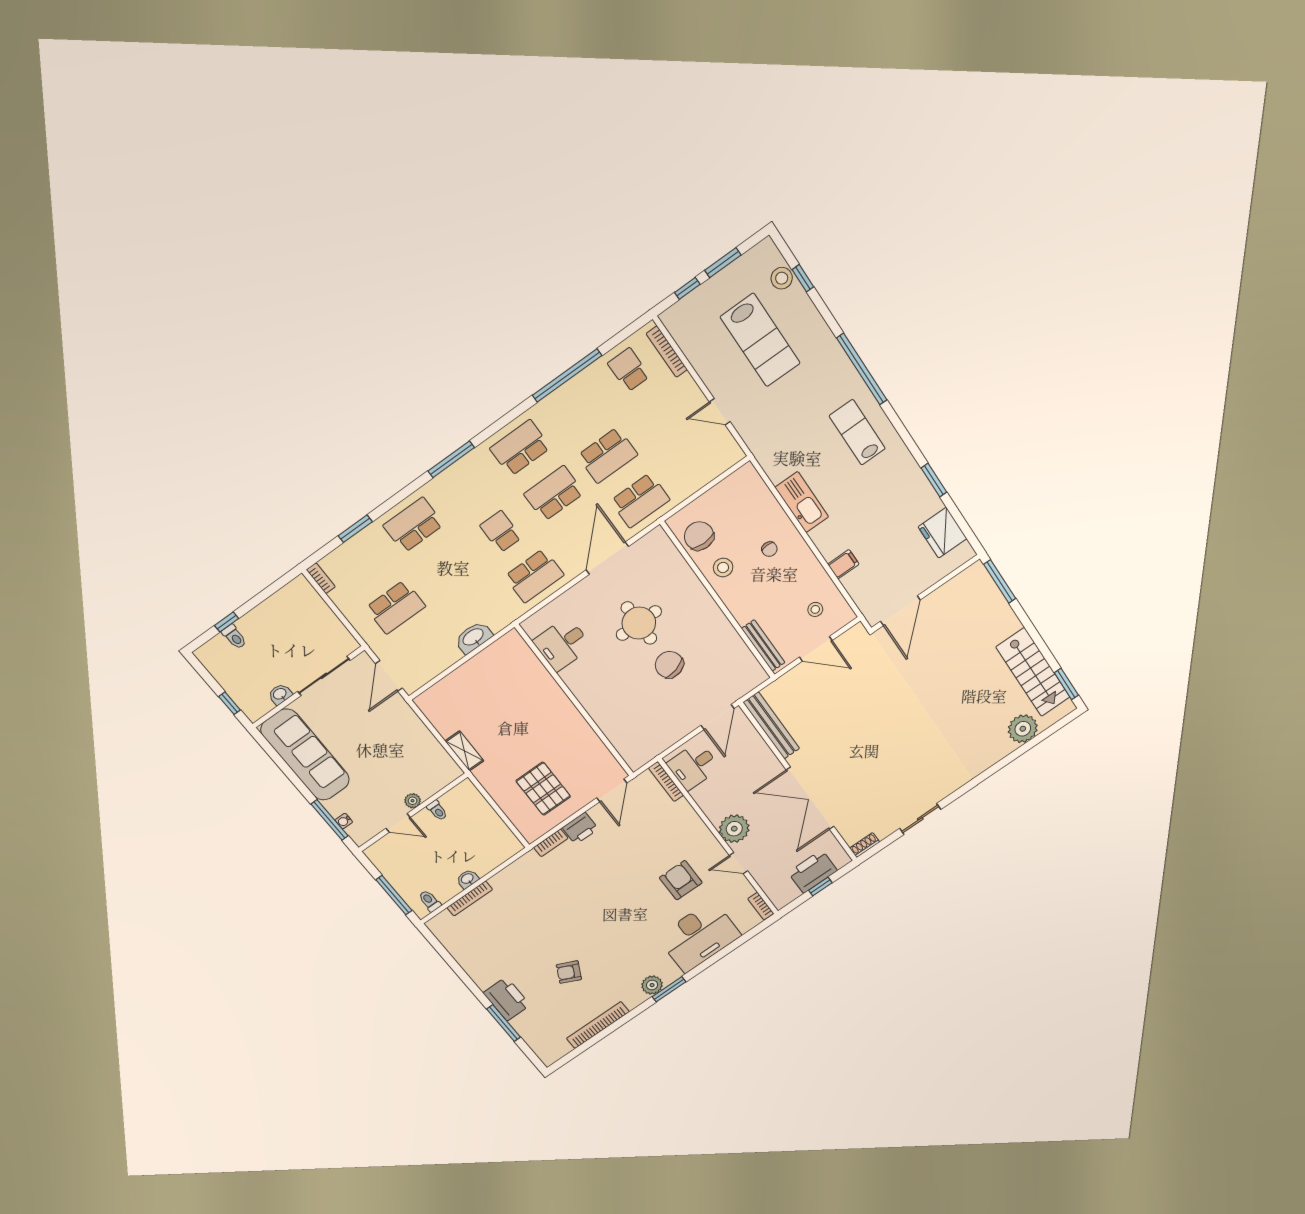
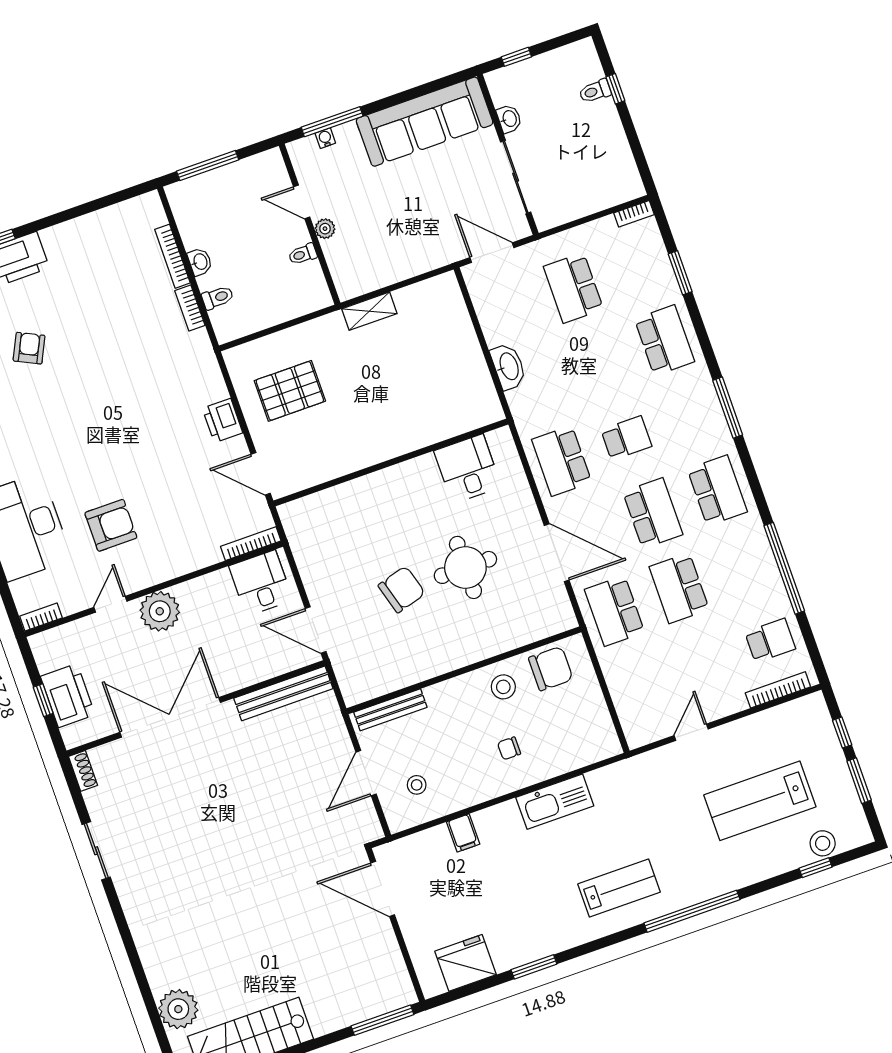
door: (398, 823) -> (302, 202), hinge flipped
bookcase: (551, 843) -> (190, 308), moved
toilet: (430, 901) -> (218, 298), moved

